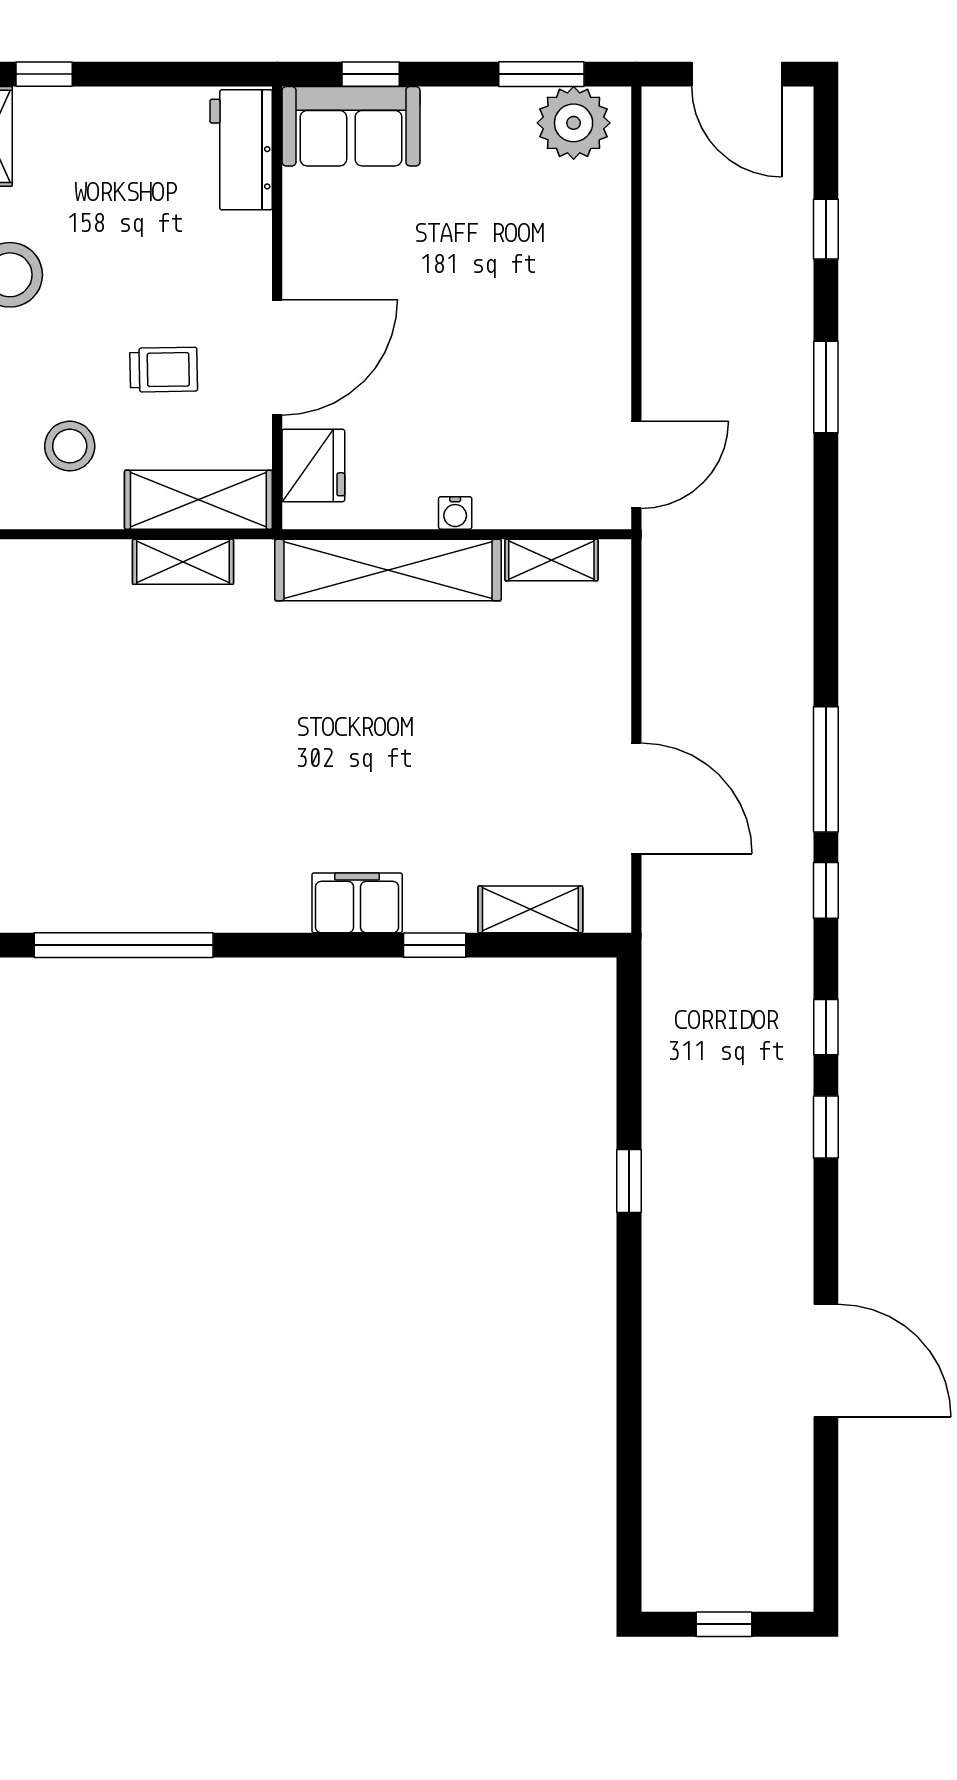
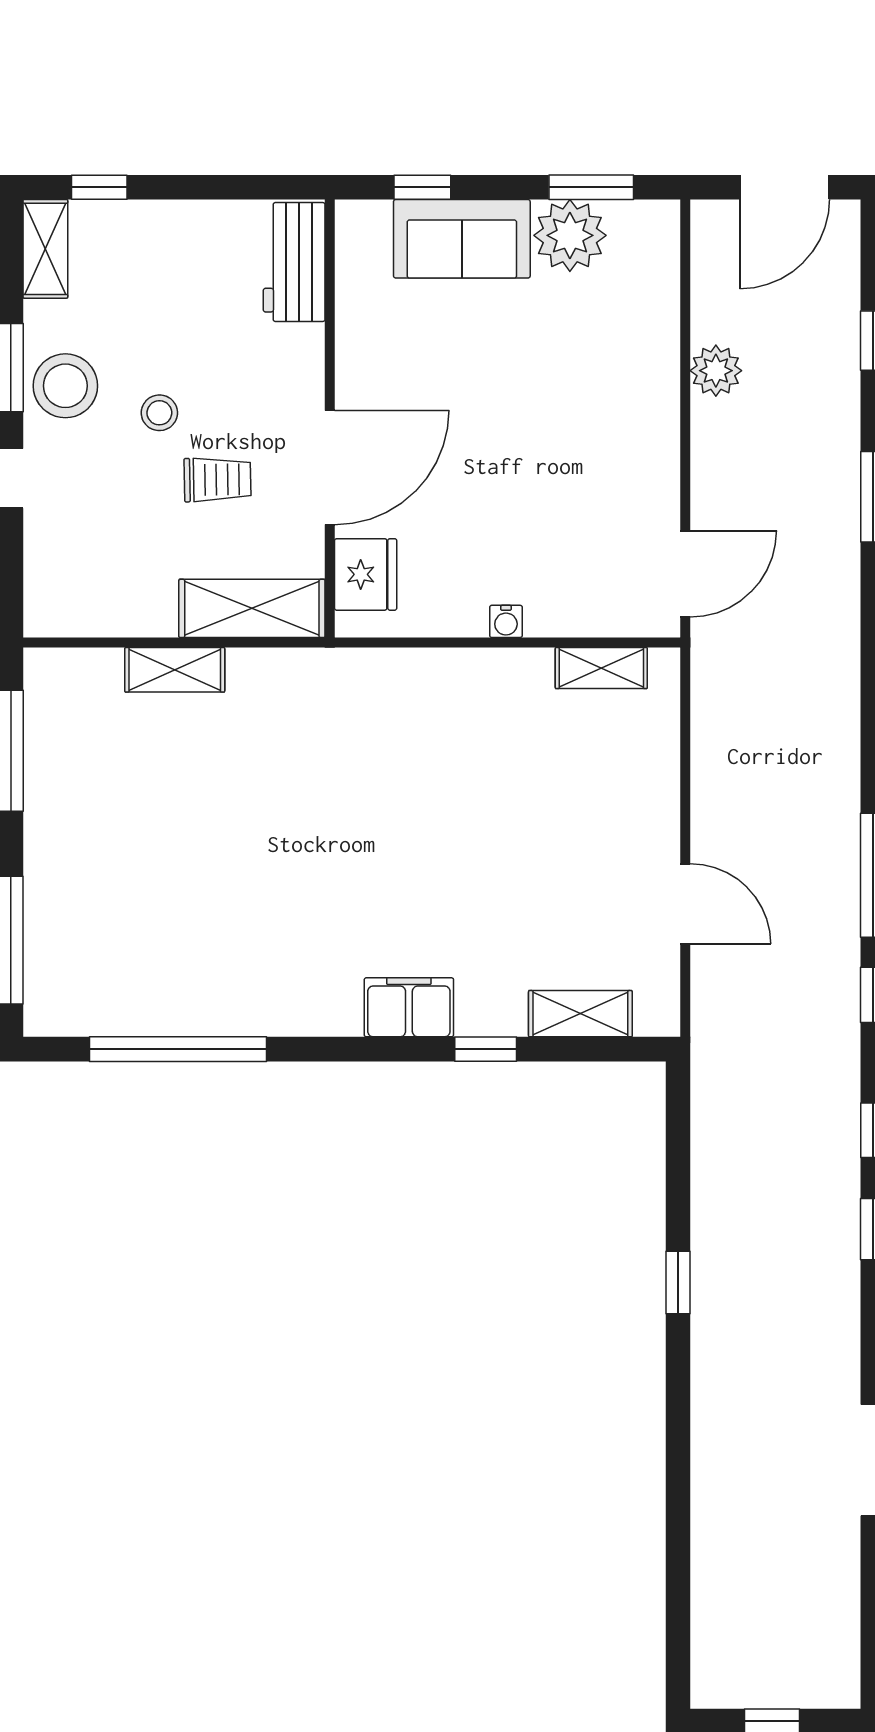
door: (737, 74) -> (785, 187), hinge flipped
plant: (574, 123) -> (570, 235), moved
sofa: (351, 126) -> (462, 239), moved
plant: (667, 259) -> (716, 371), added
stool: (70, 446) -> (159, 413), moved, width x0.73, depth x0.73
shelving: (183, 562) -> (175, 670), moved
shelving: (388, 570) -> (439, 678), removed
door: (636, 798) -> (685, 904), width x0.73

